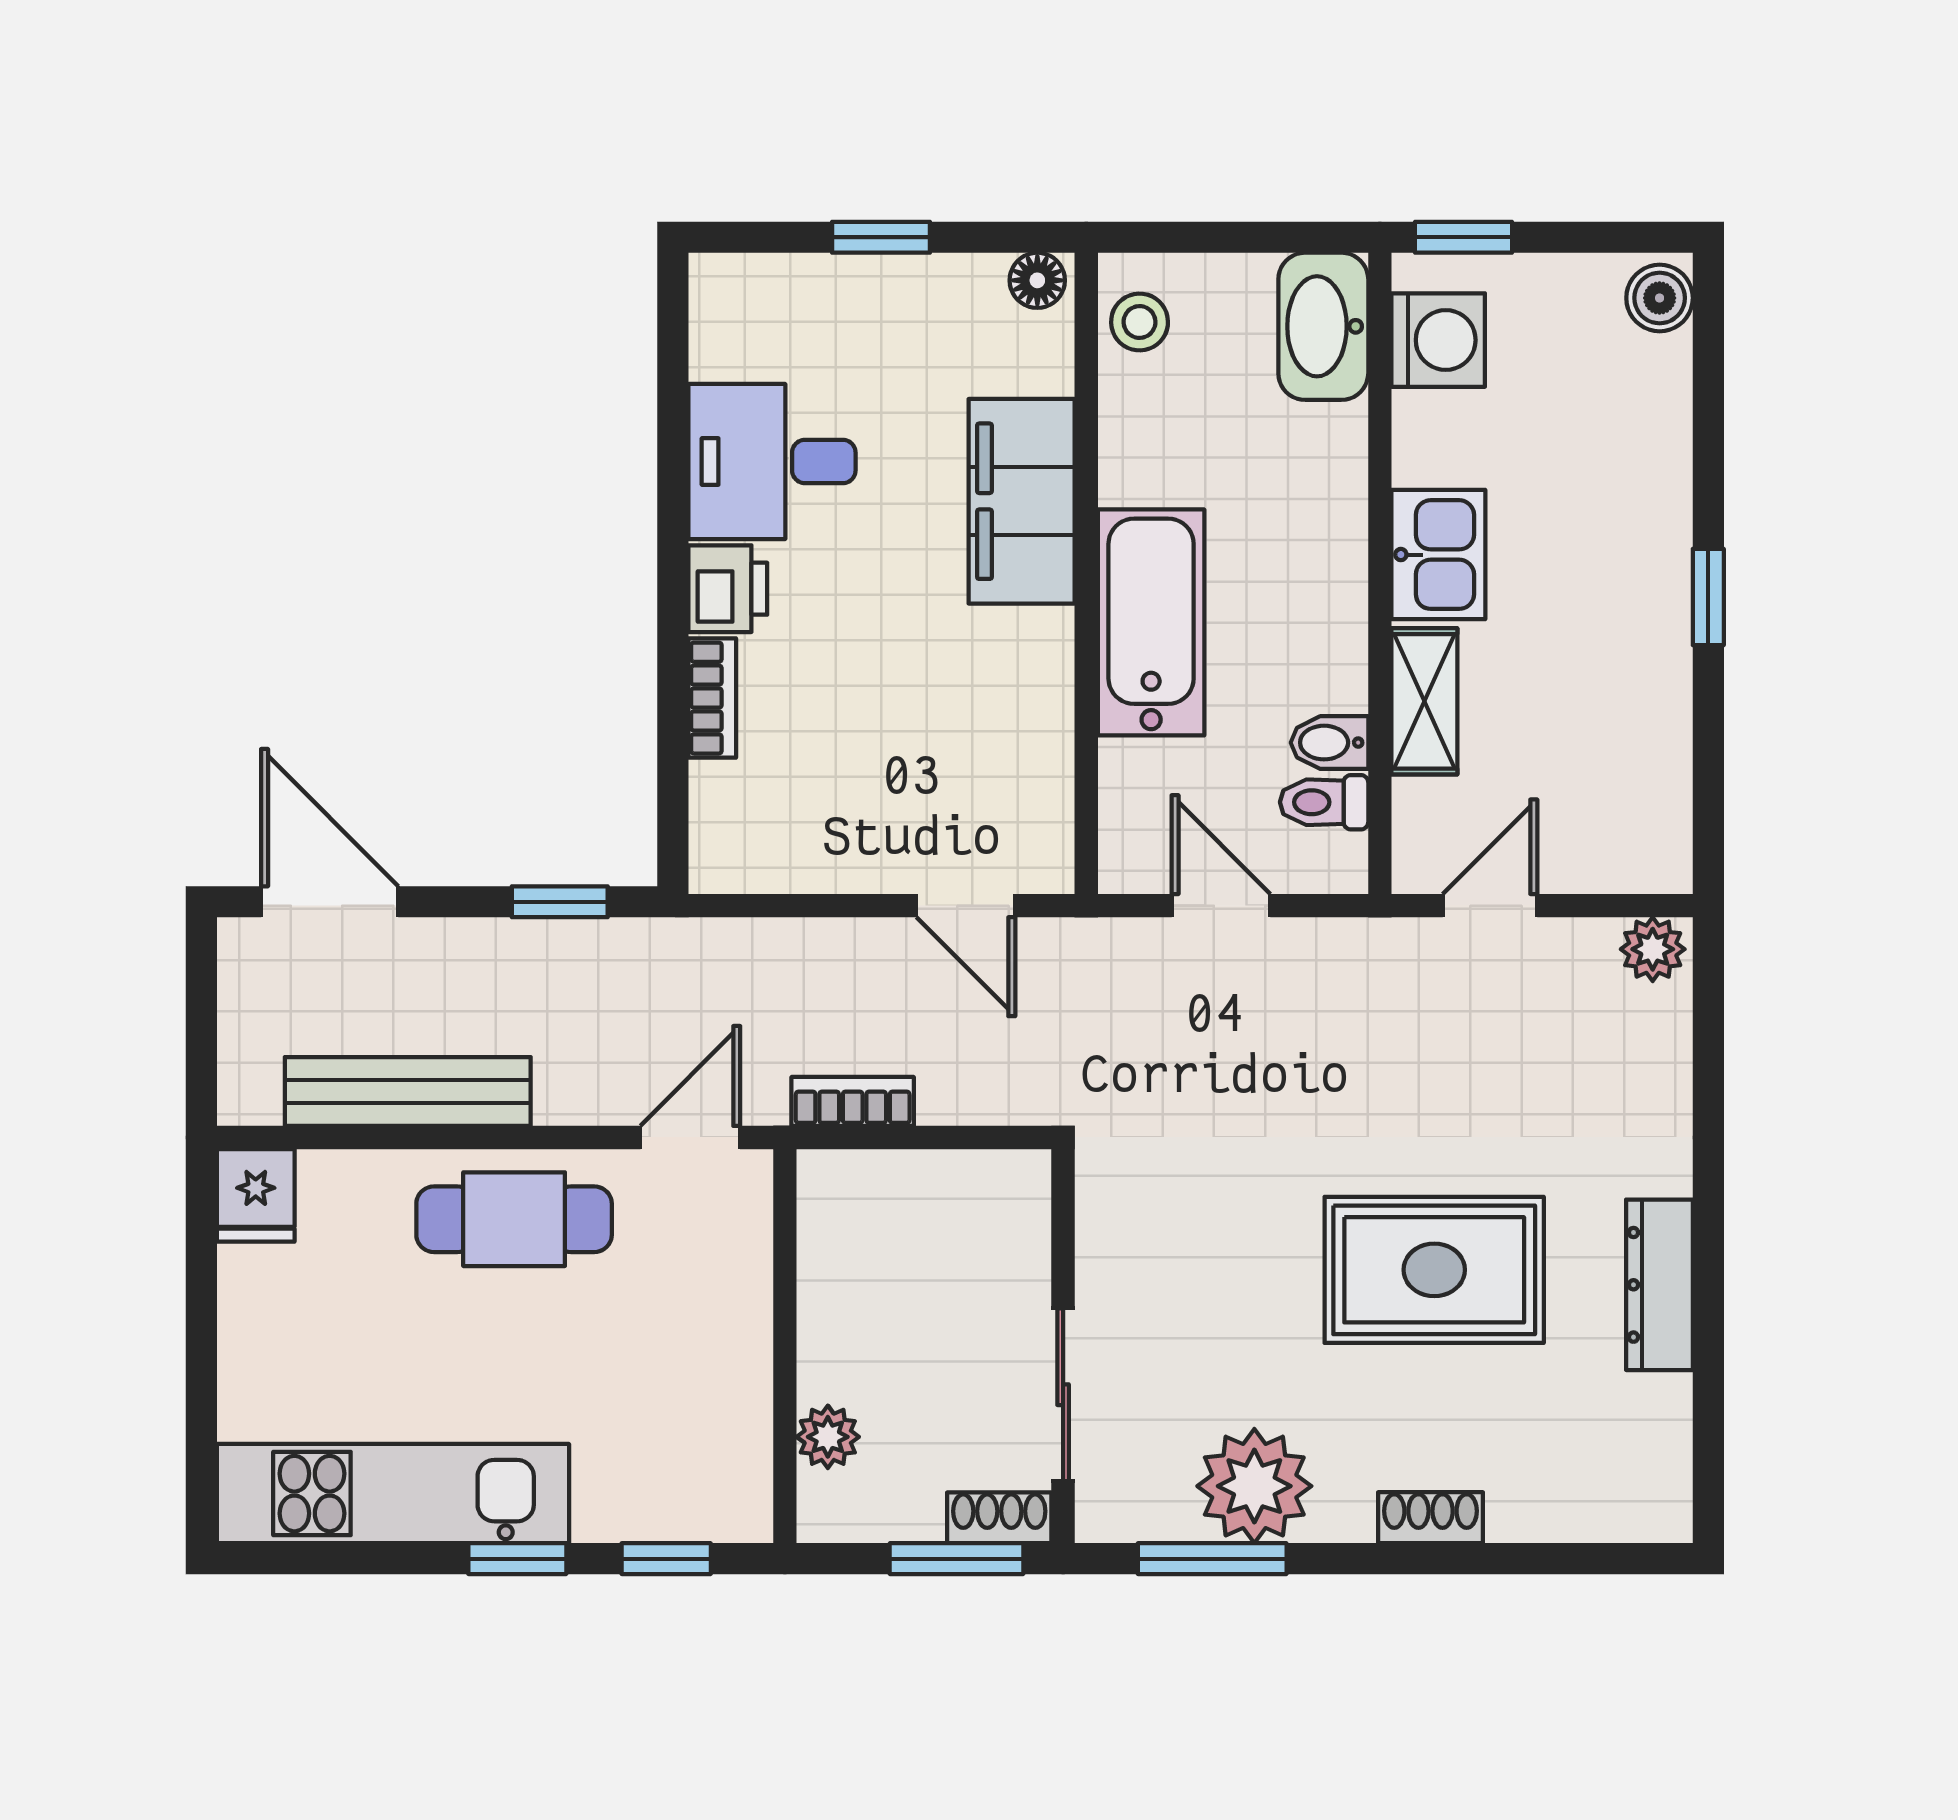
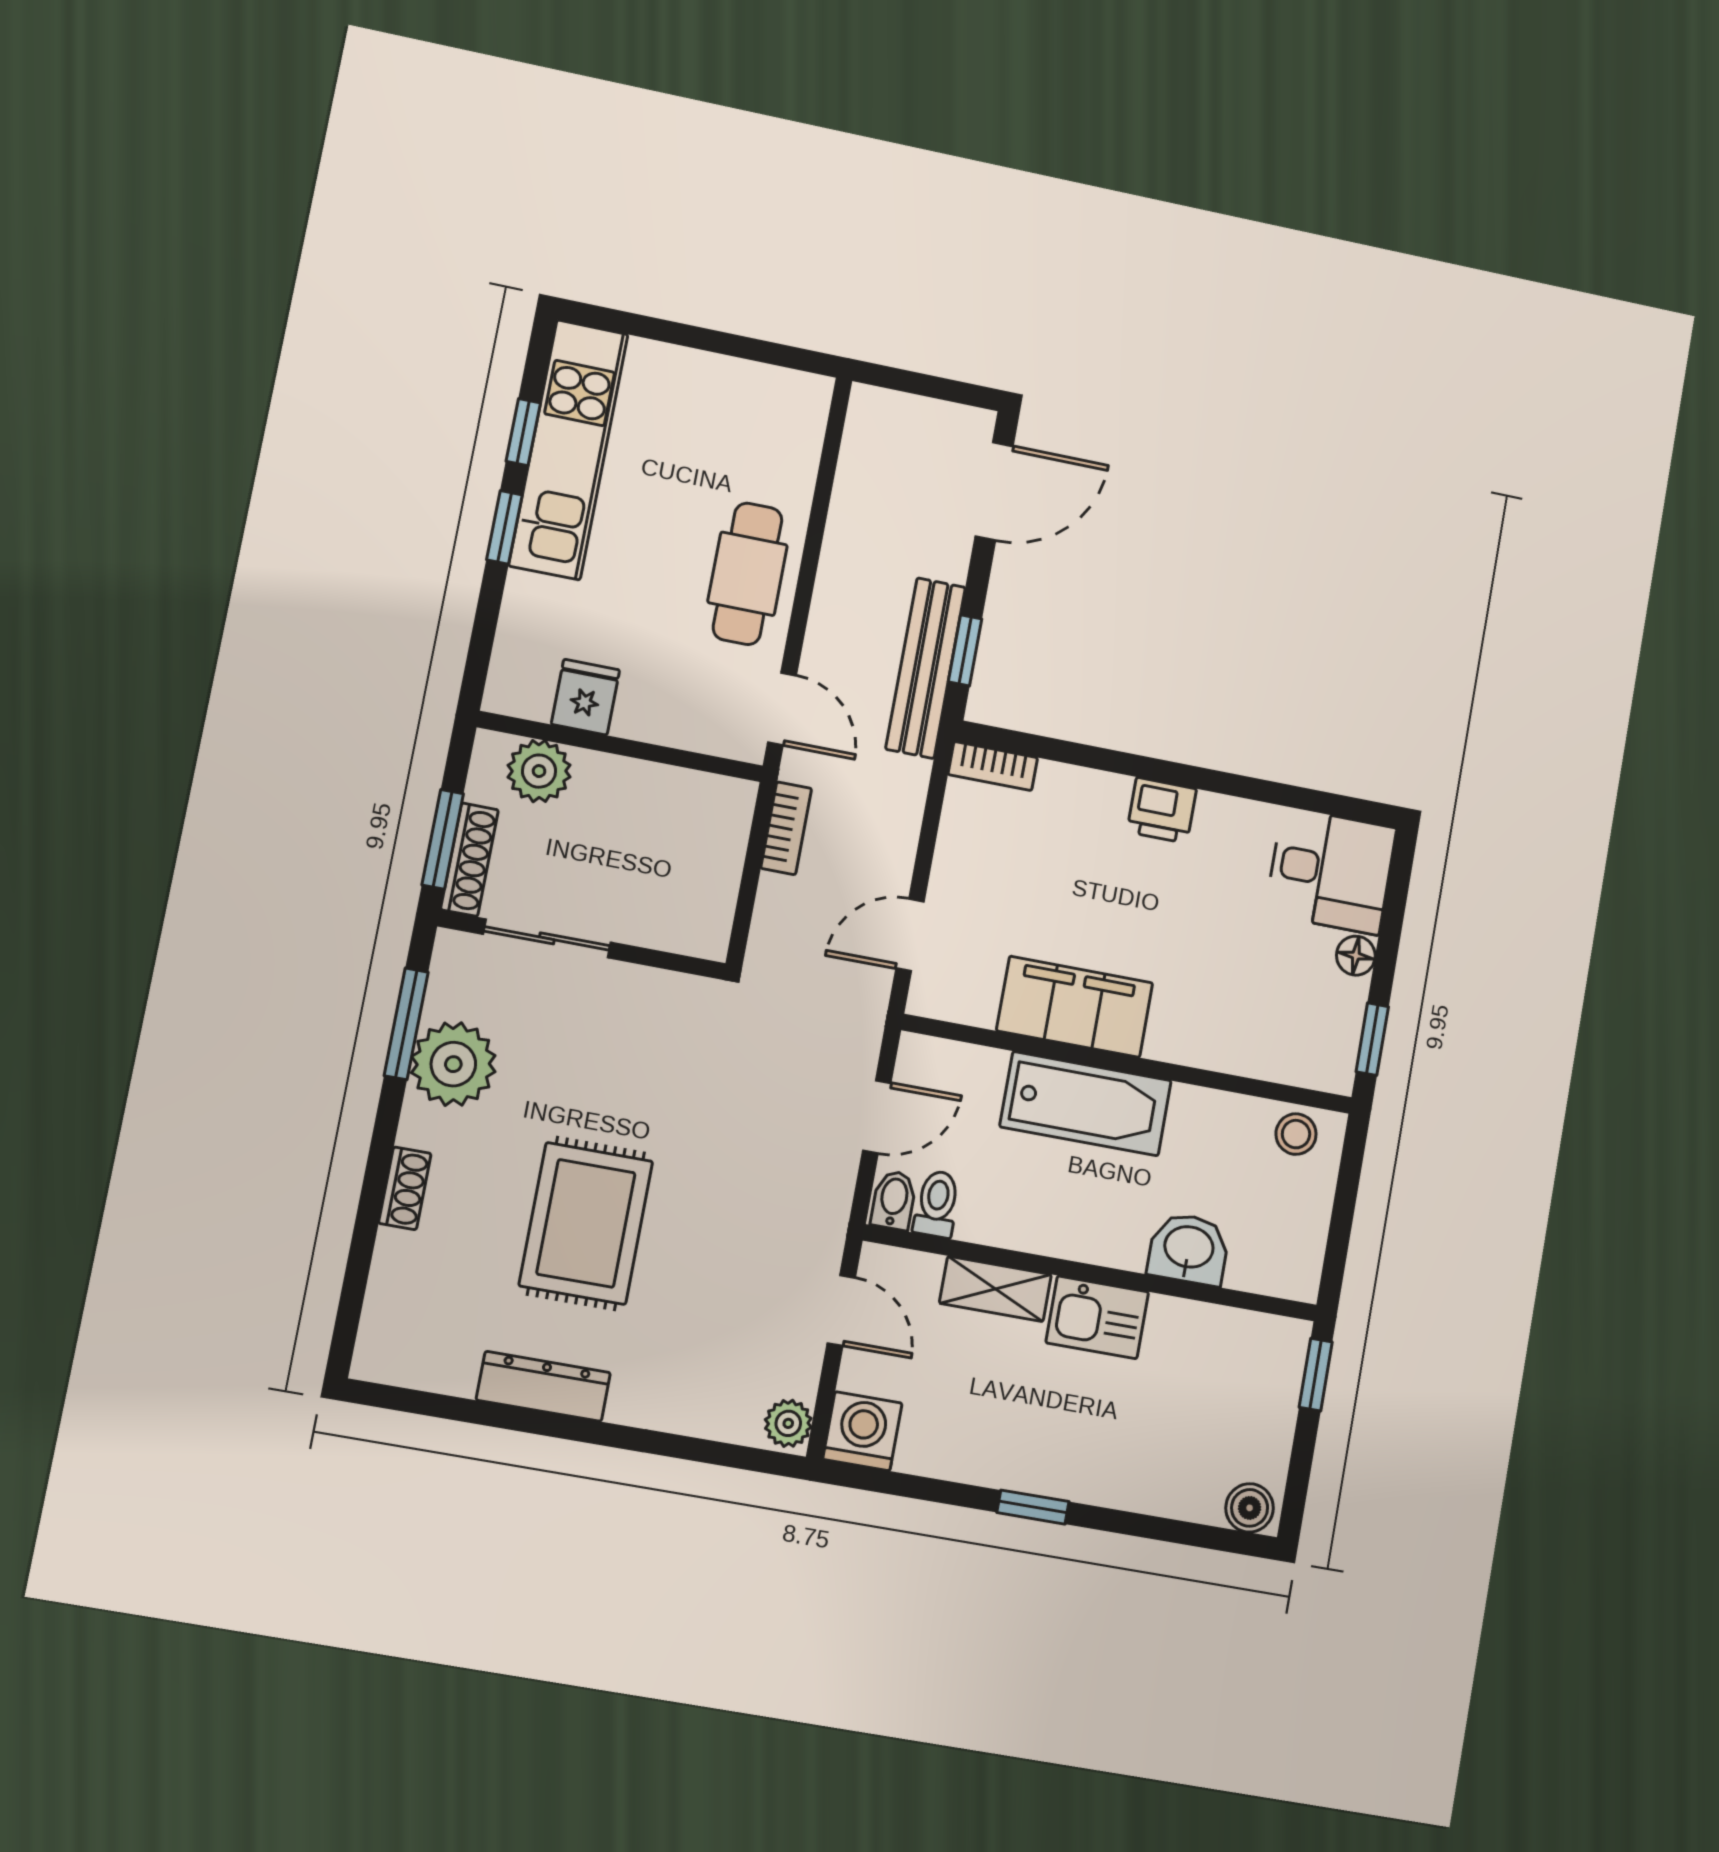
window: (881, 237) -> (1372, 1039), moved
floor lamp: (1037, 280) -> (1356, 956), moved
washbasin: (1323, 326) -> (1189, 1249), moved, width x0.72
washing machine: (1438, 340) -> (862, 1431), moved, turned 180
desk: (772, 461) -> (1331, 871), moved, turned 90
filing cabinet: (1022, 501) -> (1075, 1007), moved
bookcase: (712, 698) -> (993, 766), moved
bidet: (1330, 743) -> (894, 1200), moved
bench: (408, 1091) -> (926, 668), moved
fridge: (256, 1195) -> (585, 697), moved, turned 90
plant: (828, 1437) -> (539, 771), width x1.38, depth x1.38
shoe rack: (999, 1518) -> (469, 860), width x1.43
window: (666, 1559) -> (523, 432), moved

